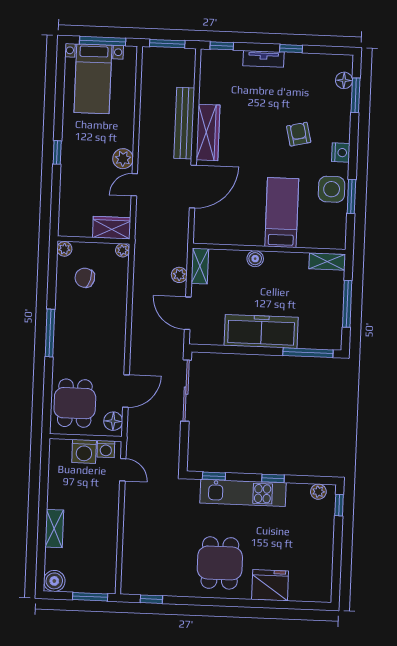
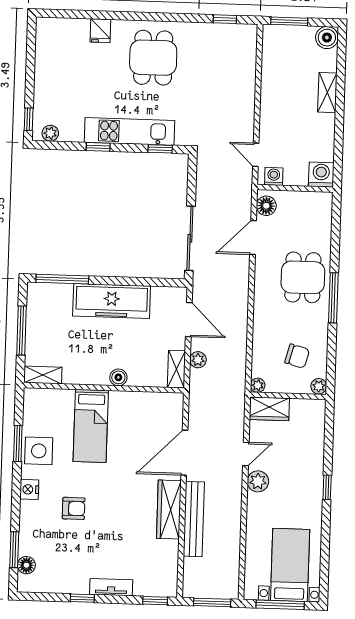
armchair: (299, 134) -> (74, 508), turned -77
dining table: (75, 403) -> (303, 277), moved
washing machine: (84, 451) -> (321, 175), moved
fridge: (270, 585) -> (100, 31), width x0.53, depth x0.75

